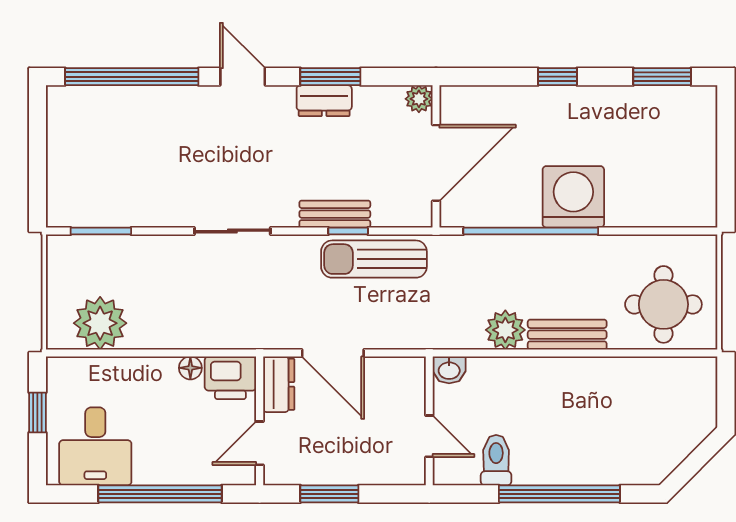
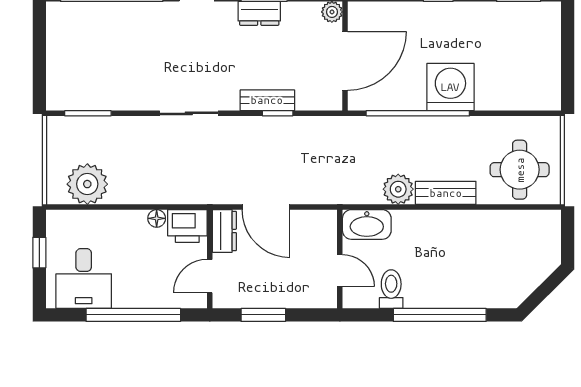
sun lounger: (374, 259) -> (297, 135), removed
washbasin: (449, 370) -> (367, 224), width x1.91, depth x1.45

